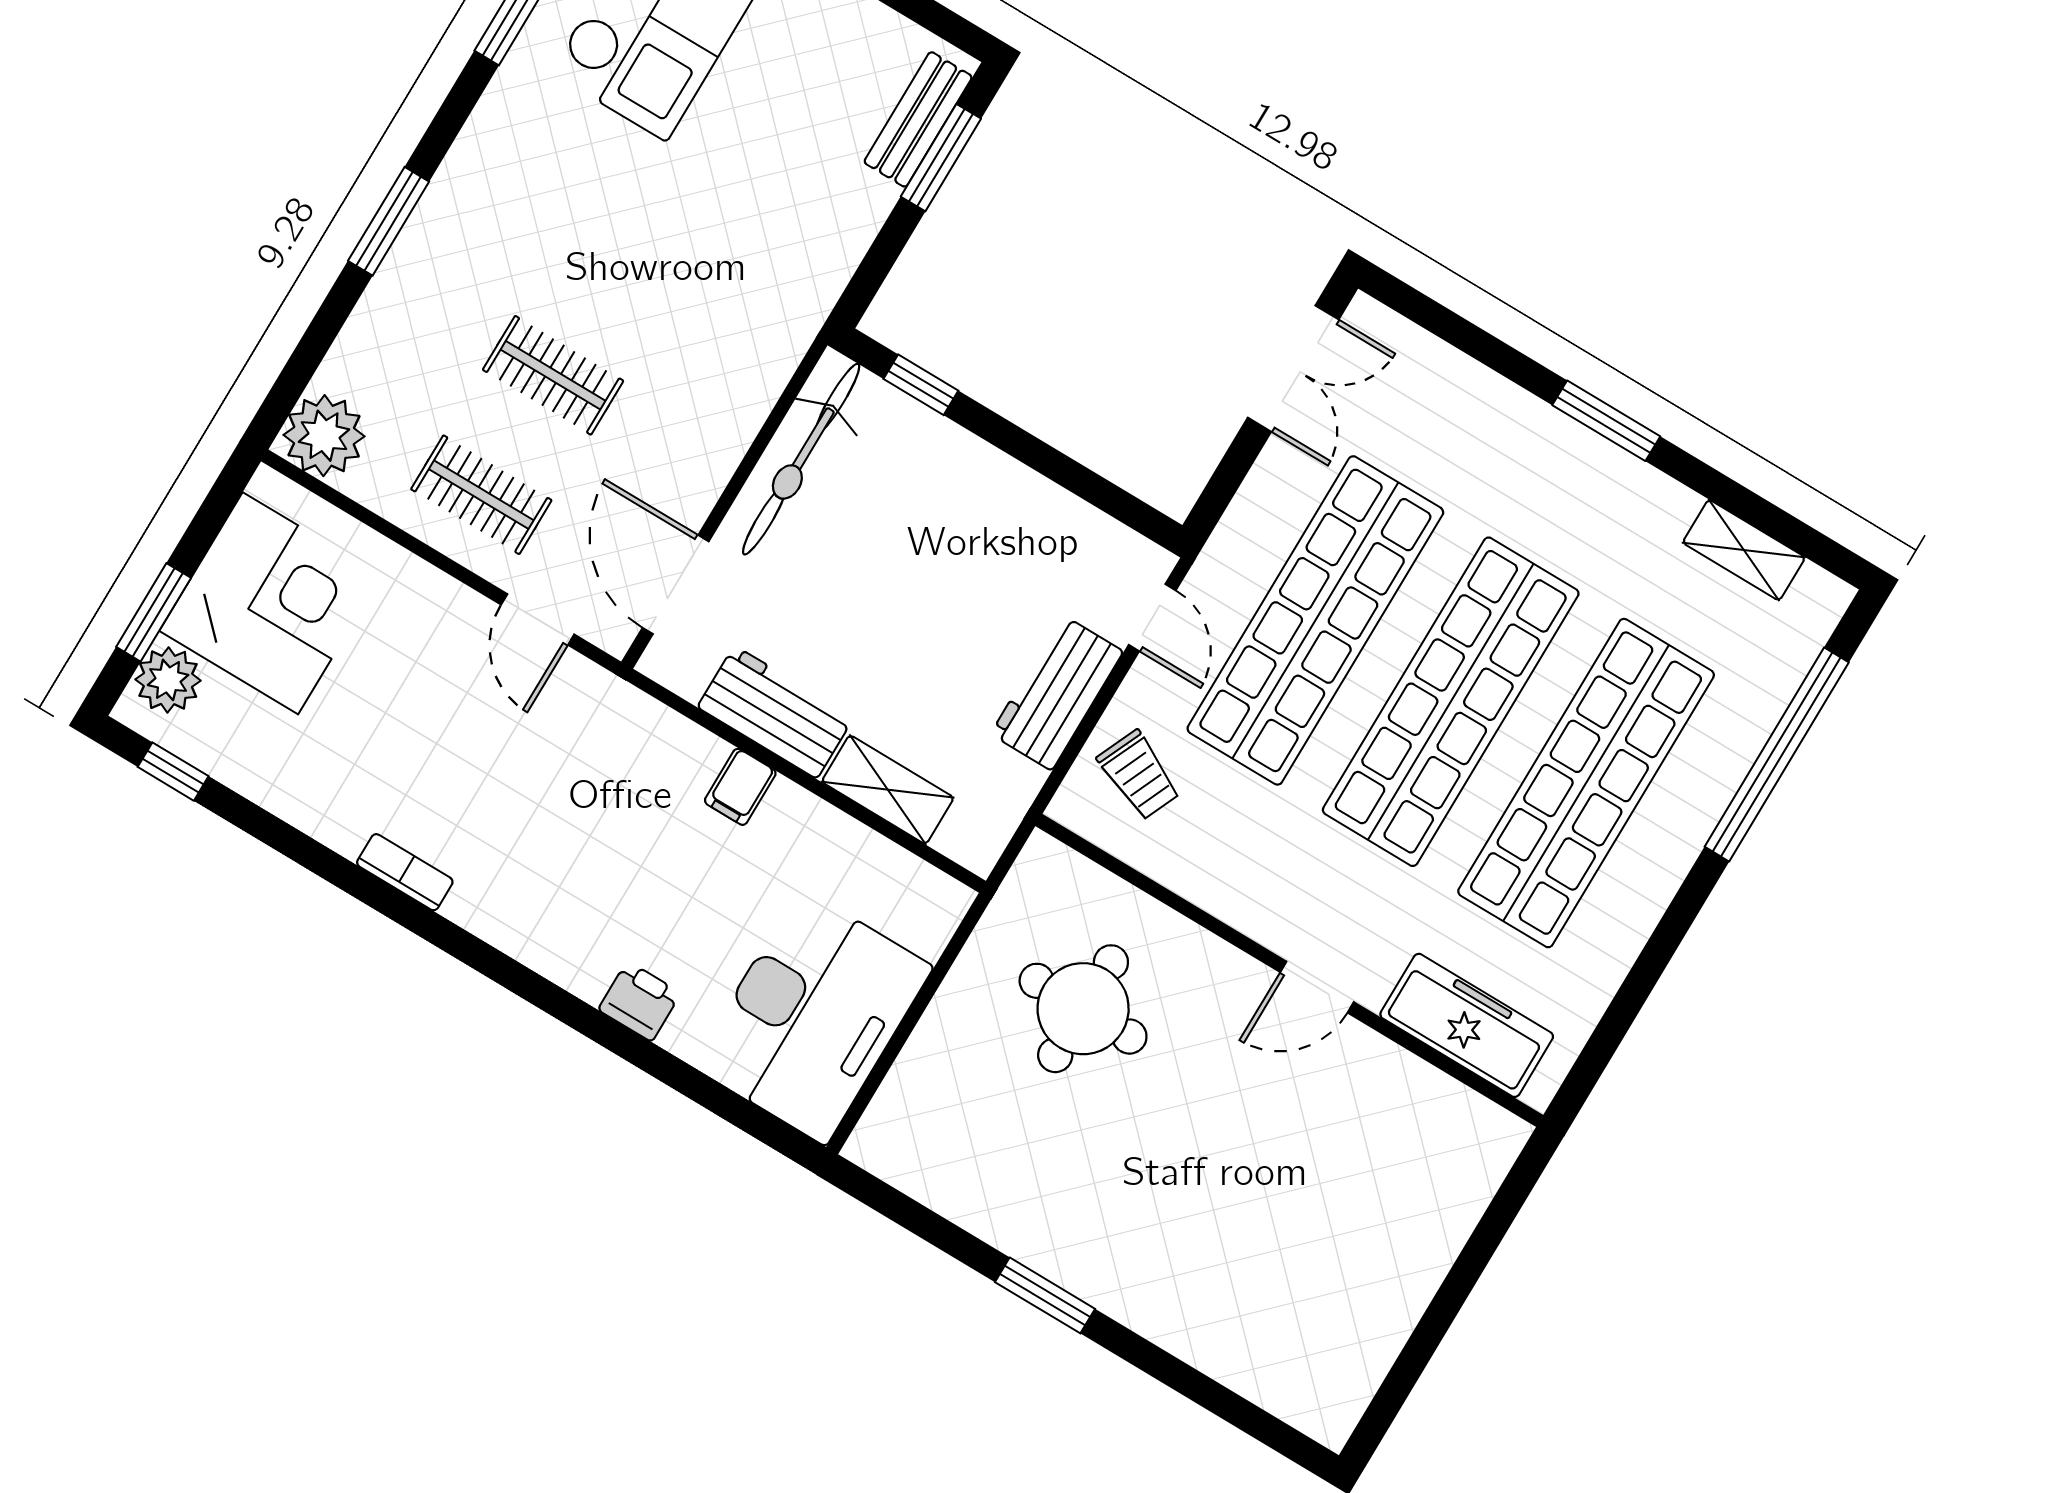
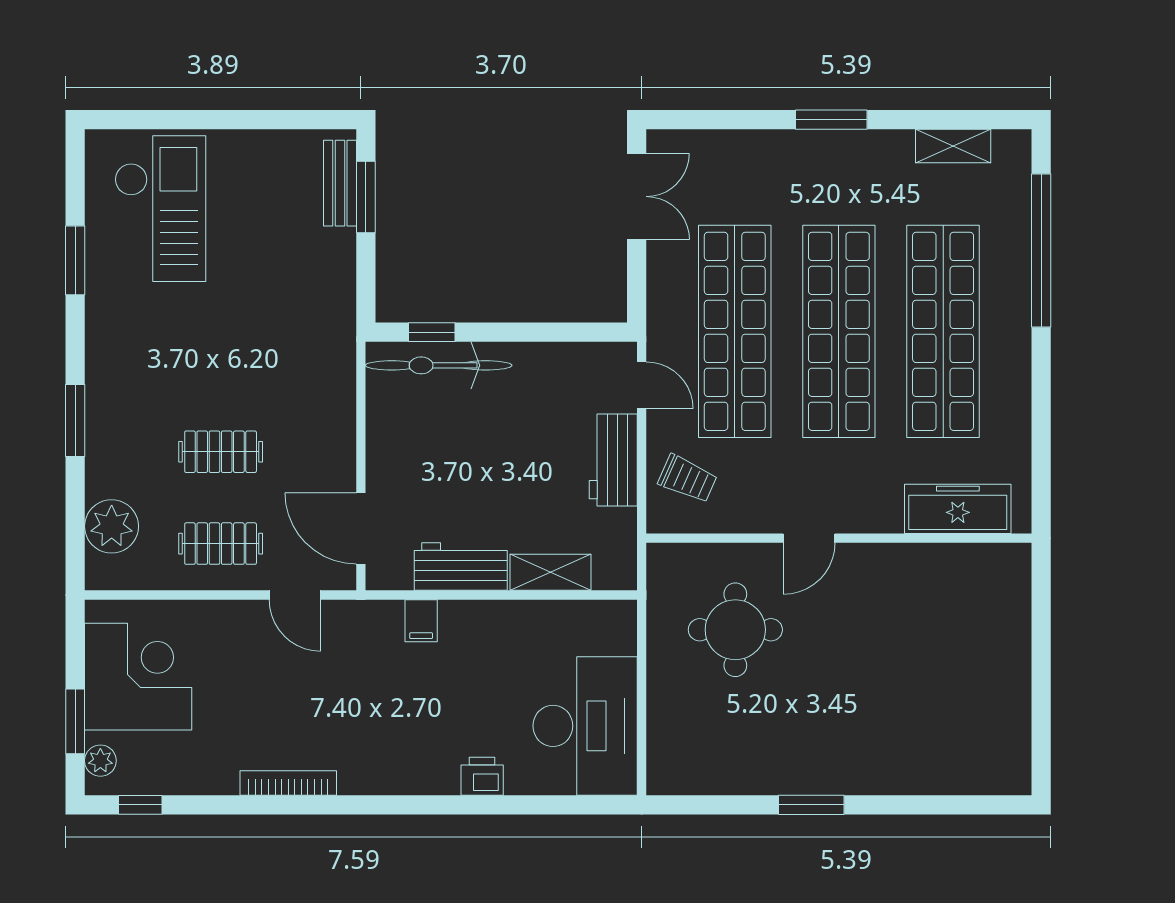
plant: (324, 436) -> (112, 526), moved
bicycle: (801, 459) -> (439, 365), moved, turned 90
plant: (168, 680) -> (100, 761), width x0.73, depth x0.73
filing cabinet: (740, 787) -> (421, 621), moved
bookcase: (405, 872) -> (288, 783), width x1.56
door: (1317, 987) -> (809, 538), moved

